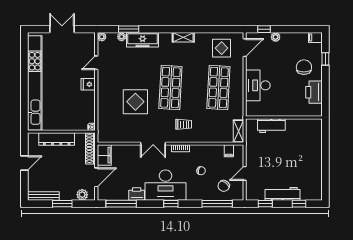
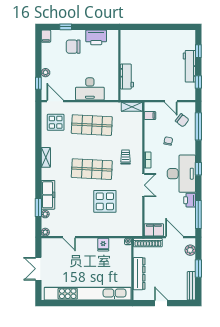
fridge: (88, 84) -> (103, 245), moved

